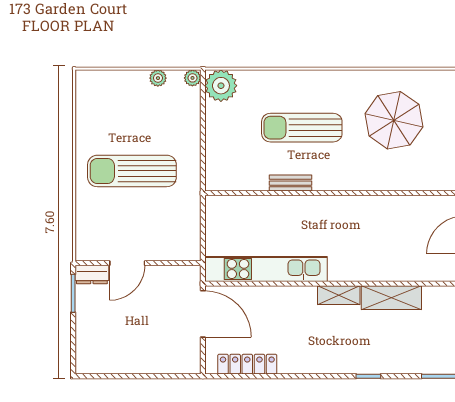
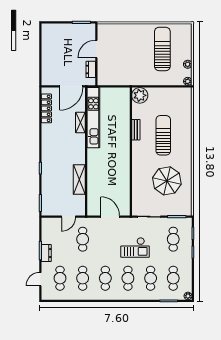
plant: (221, 86) -> (140, 95), moved
sun lounger: (132, 171) -> (162, 49), moved
door: (127, 263) -> (96, 49), hinge flipped
dresser: (92, 275) -> (91, 69), moved
shelving: (339, 295) -> (80, 122), moved

